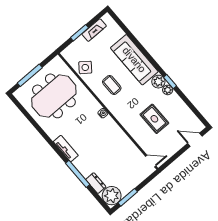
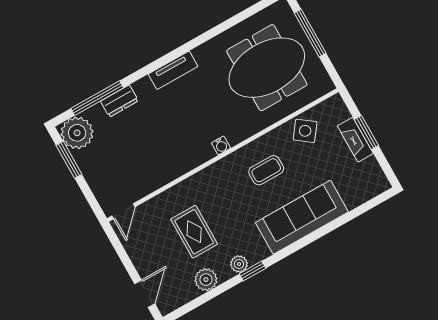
fireplace: (94, 30) -> (355, 140), moved
plant: (158, 82) -> (206, 280), moved
meeting table: (54, 96) -> (267, 68), turned 90
rug: (154, 119) -> (194, 232), turned 90
window: (78, 174) -> (97, 98), moved
dresser: (96, 183) -> (119, 101), moved

